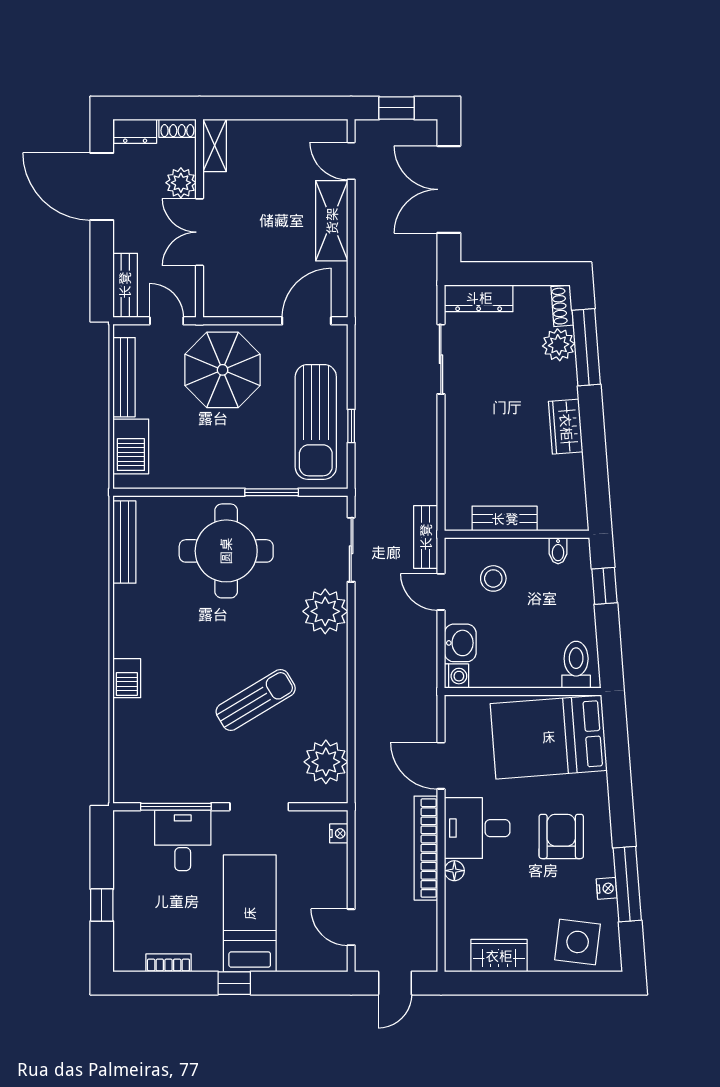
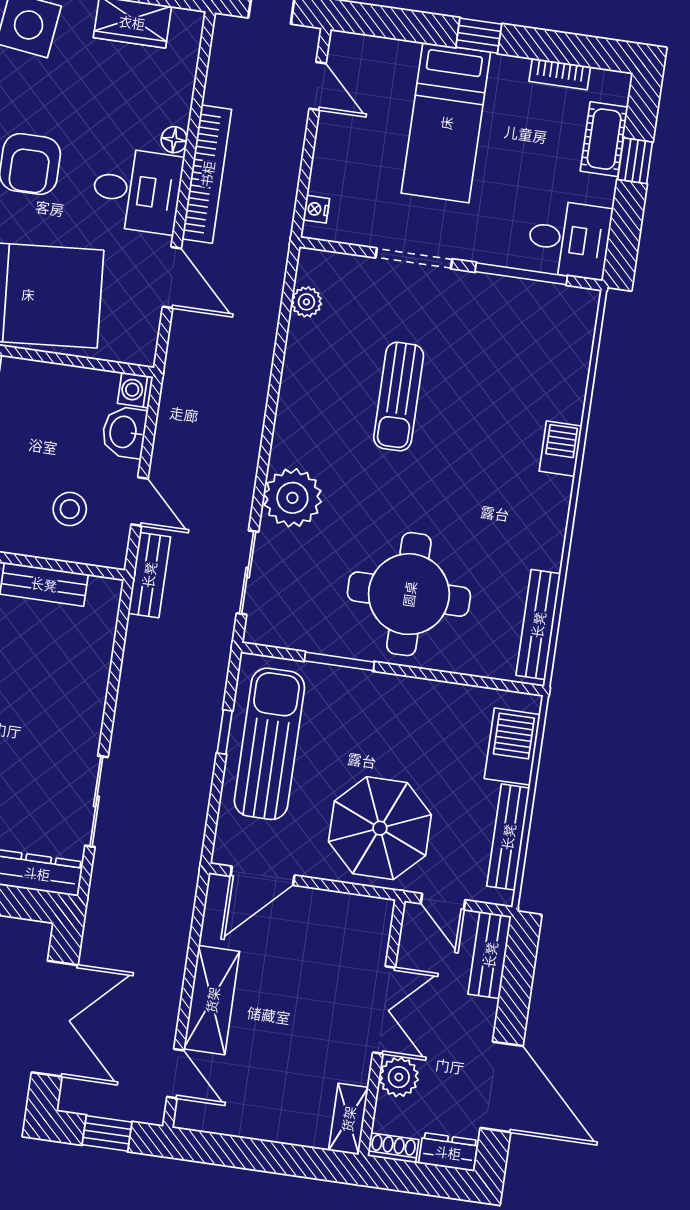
sun lounger: (256, 700) -> (399, 397), turned -59
plant: (326, 762) -> (306, 302), width x0.53, depth x0.53
desk: (183, 840) -> (569, 239), moved, turned -90
cot: (128, 918) -> (604, 139), added

